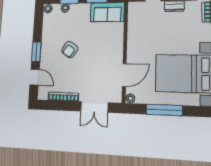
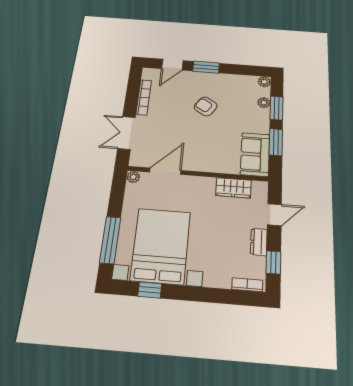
wardrobe: (134, 26) -> (234, 188), added
door: (124, 75) -> (165, 171), swing flipped
window: (164, 110) -> (110, 240), moved

